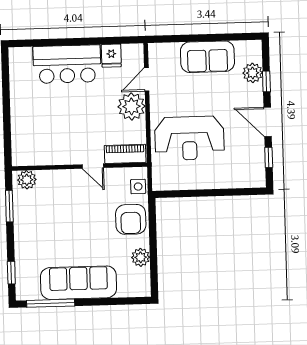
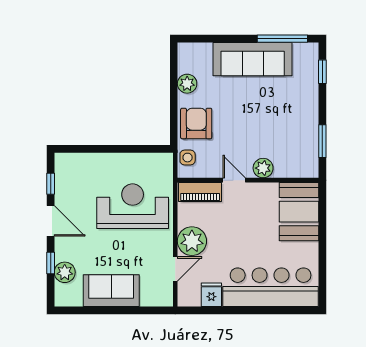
bar counter: (67, 64) -> (271, 287), width x1.36
booth: (30, 138) -> (299, 212), added
plant: (27, 180) -> (263, 168), moved

